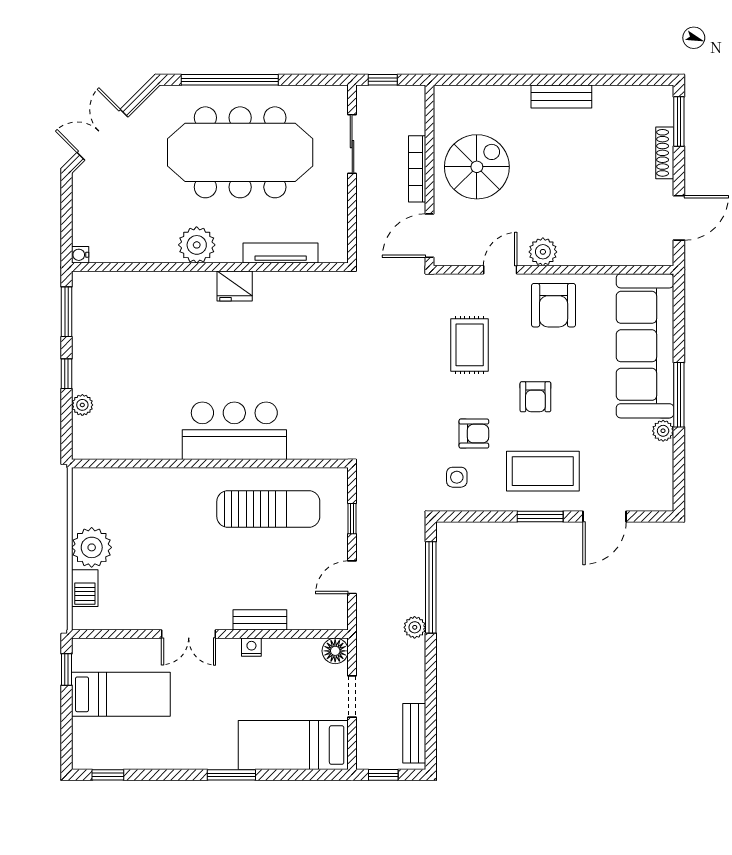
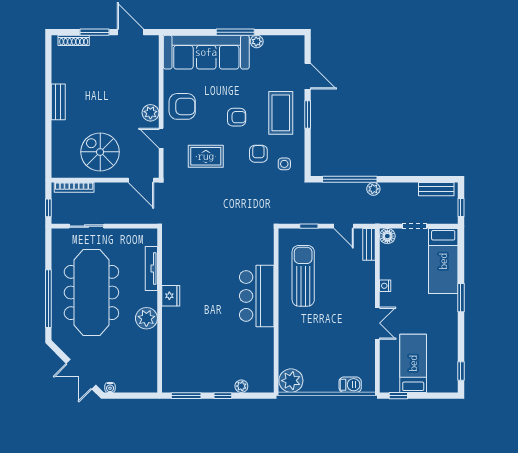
window: (679, 122) -> (95, 32), moved
shoe rack: (665, 153) -> (74, 40), moved
bookcase: (417, 169) -> (74, 187), moved
water cooler: (80, 255) -> (110, 387), moved
plant: (92, 547) -> (291, 381), moved
bench: (260, 620) -> (369, 244), moved

